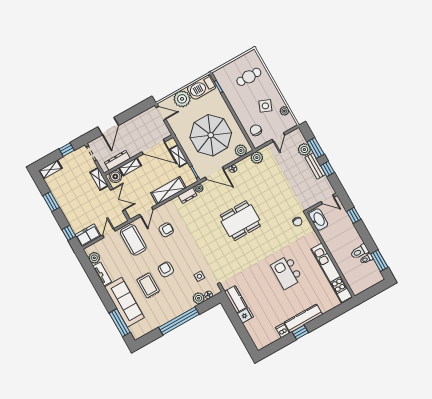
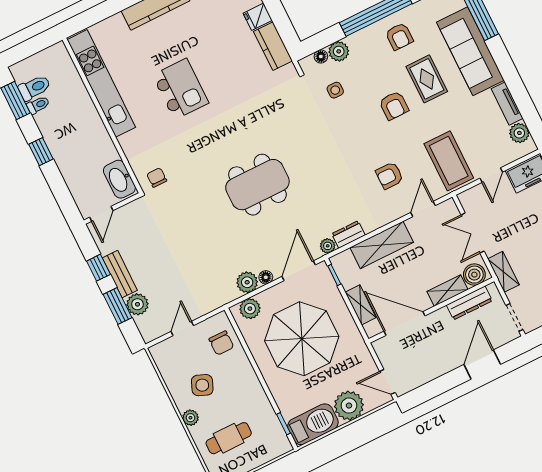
plant: (284, 111) -> (190, 418), moved
plant: (257, 158) -> (247, 282), moved
door: (214, 173) -> (299, 271), hinge flipped
door: (328, 199) -> (101, 214), swing flipped
window: (354, 215) -> (41, 152), moved
toilet: (359, 252) -> (34, 88), moved
armchair: (165, 309) -> (399, 36), added

